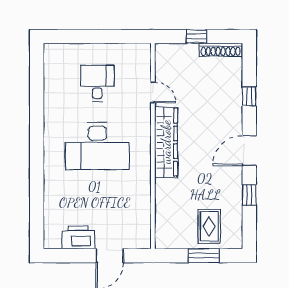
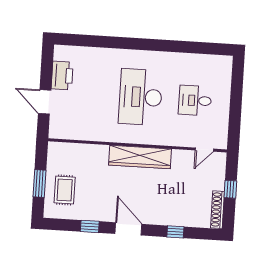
desk: (97, 83) -> (195, 100), turned 180
door: (153, 92) -> (204, 150), moved
rug: (209, 226) -> (65, 190), turned 90

